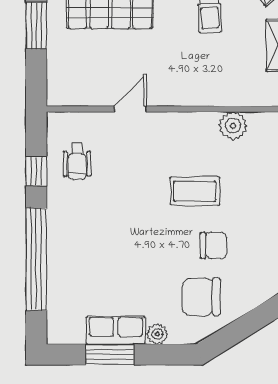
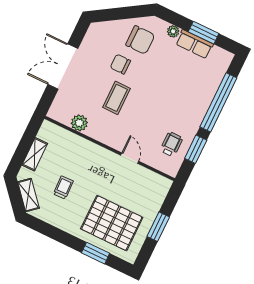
door: (130, 109) -> (130, 158), swing flipped
window: (36, 171) -> (196, 149), width x1.50
coffee table: (195, 191) -> (116, 98), turned 90

